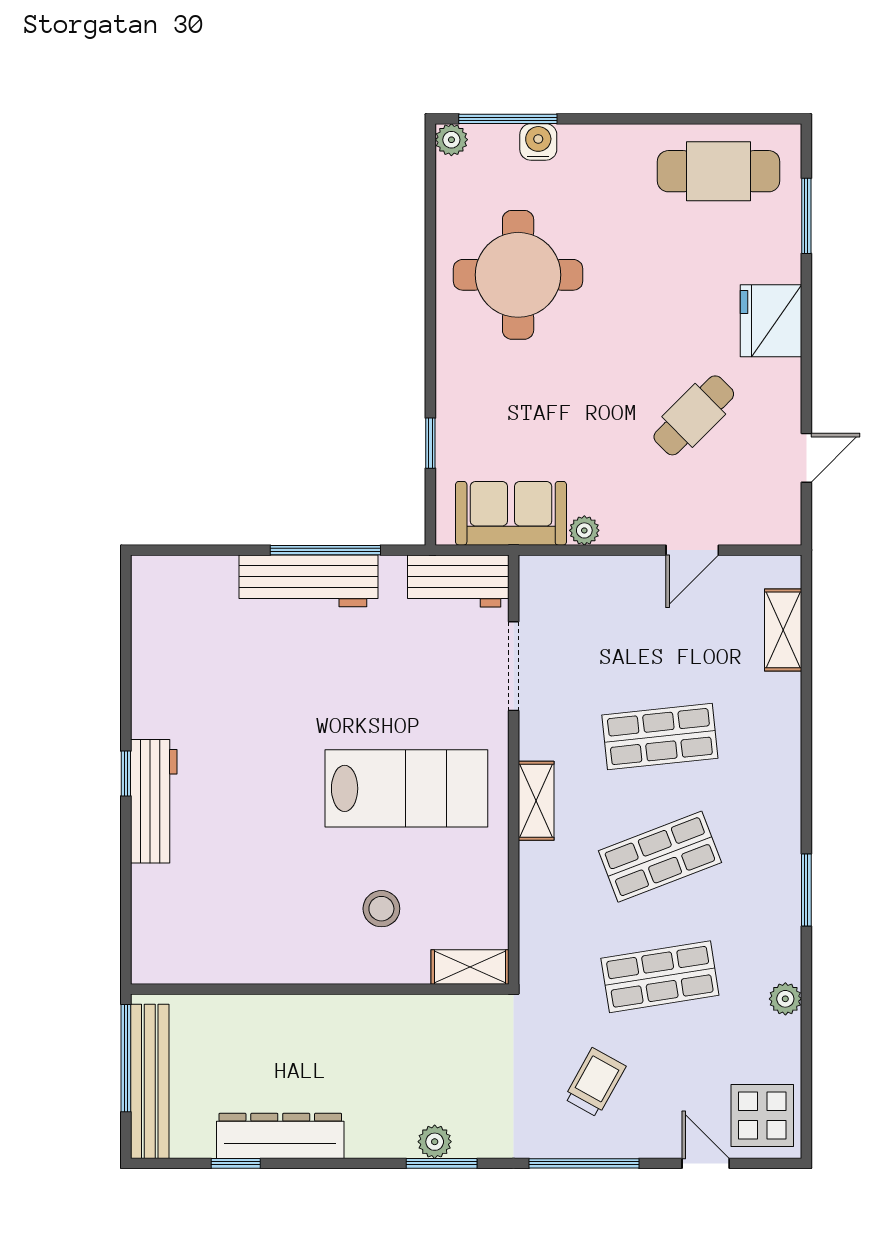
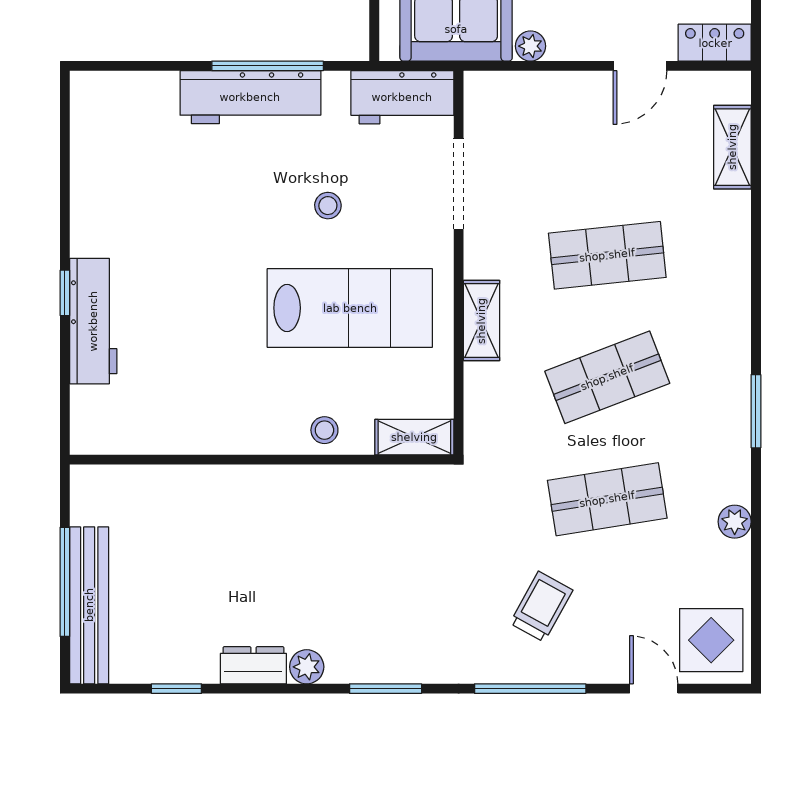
locker: (766, 527) -> (715, 43), added
stool: (385, 688) -> (328, 206), added
stool: (381, 909) -> (324, 430), width x0.73, depth x0.73
shelving: (470, 967) -> (414, 437), moved
wall: (320, 989) -> (262, 460), moved
dresser: (280, 1136) -> (253, 665), width x0.51, depth x0.80
plant: (435, 1142) -> (307, 667), moved

